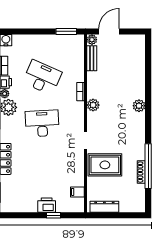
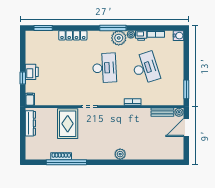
door: (109, 31) -> (186, 127), swing flipped
desk: (42, 77) -> (145, 68), turned -42
plant: (93, 105) -> (121, 113), removed
filing cabinet: (77, 192) -> (30, 99), moved

